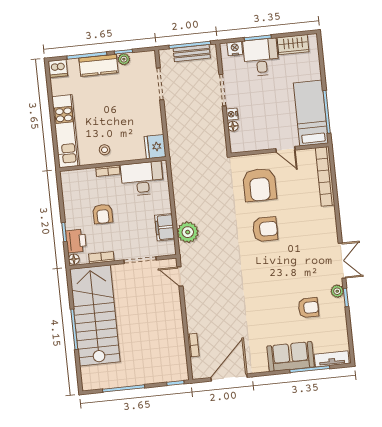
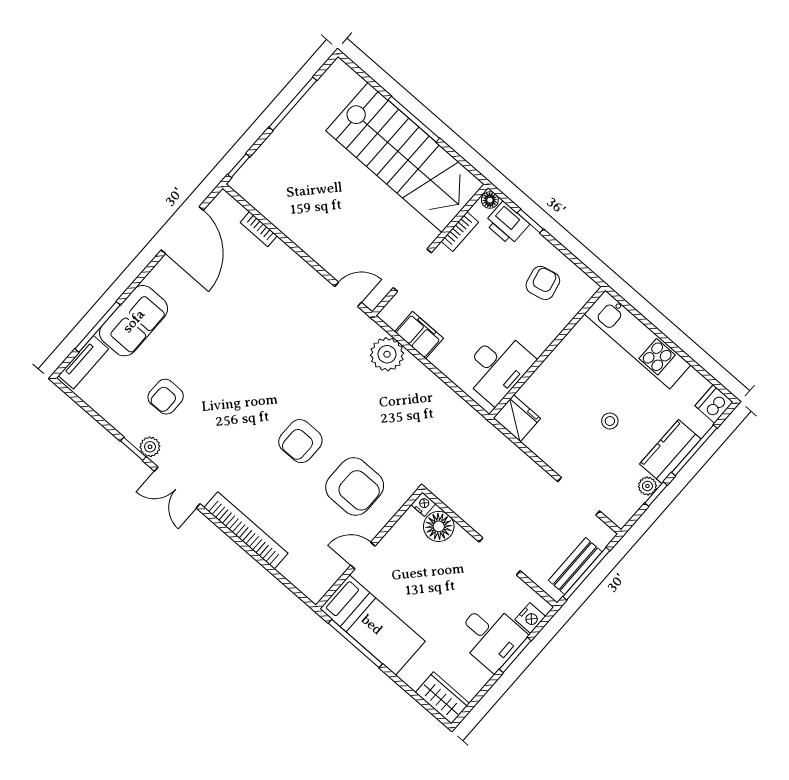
wardrobe: (293, 45) -> (442, 698), moved, turned 90
nightstand: (232, 114) -> (423, 504), moved
floor lamp: (233, 126) -> (439, 526), width x1.89, depth x1.89
stool: (105, 150) -> (610, 421), moved
bookcase: (108, 171) -> (546, 339), removed
bookcase: (325, 176) -> (246, 530), moved
armchair: (260, 185) -> (355, 486), turned 180
armchair: (103, 214) -> (543, 283), moved, turned 77

